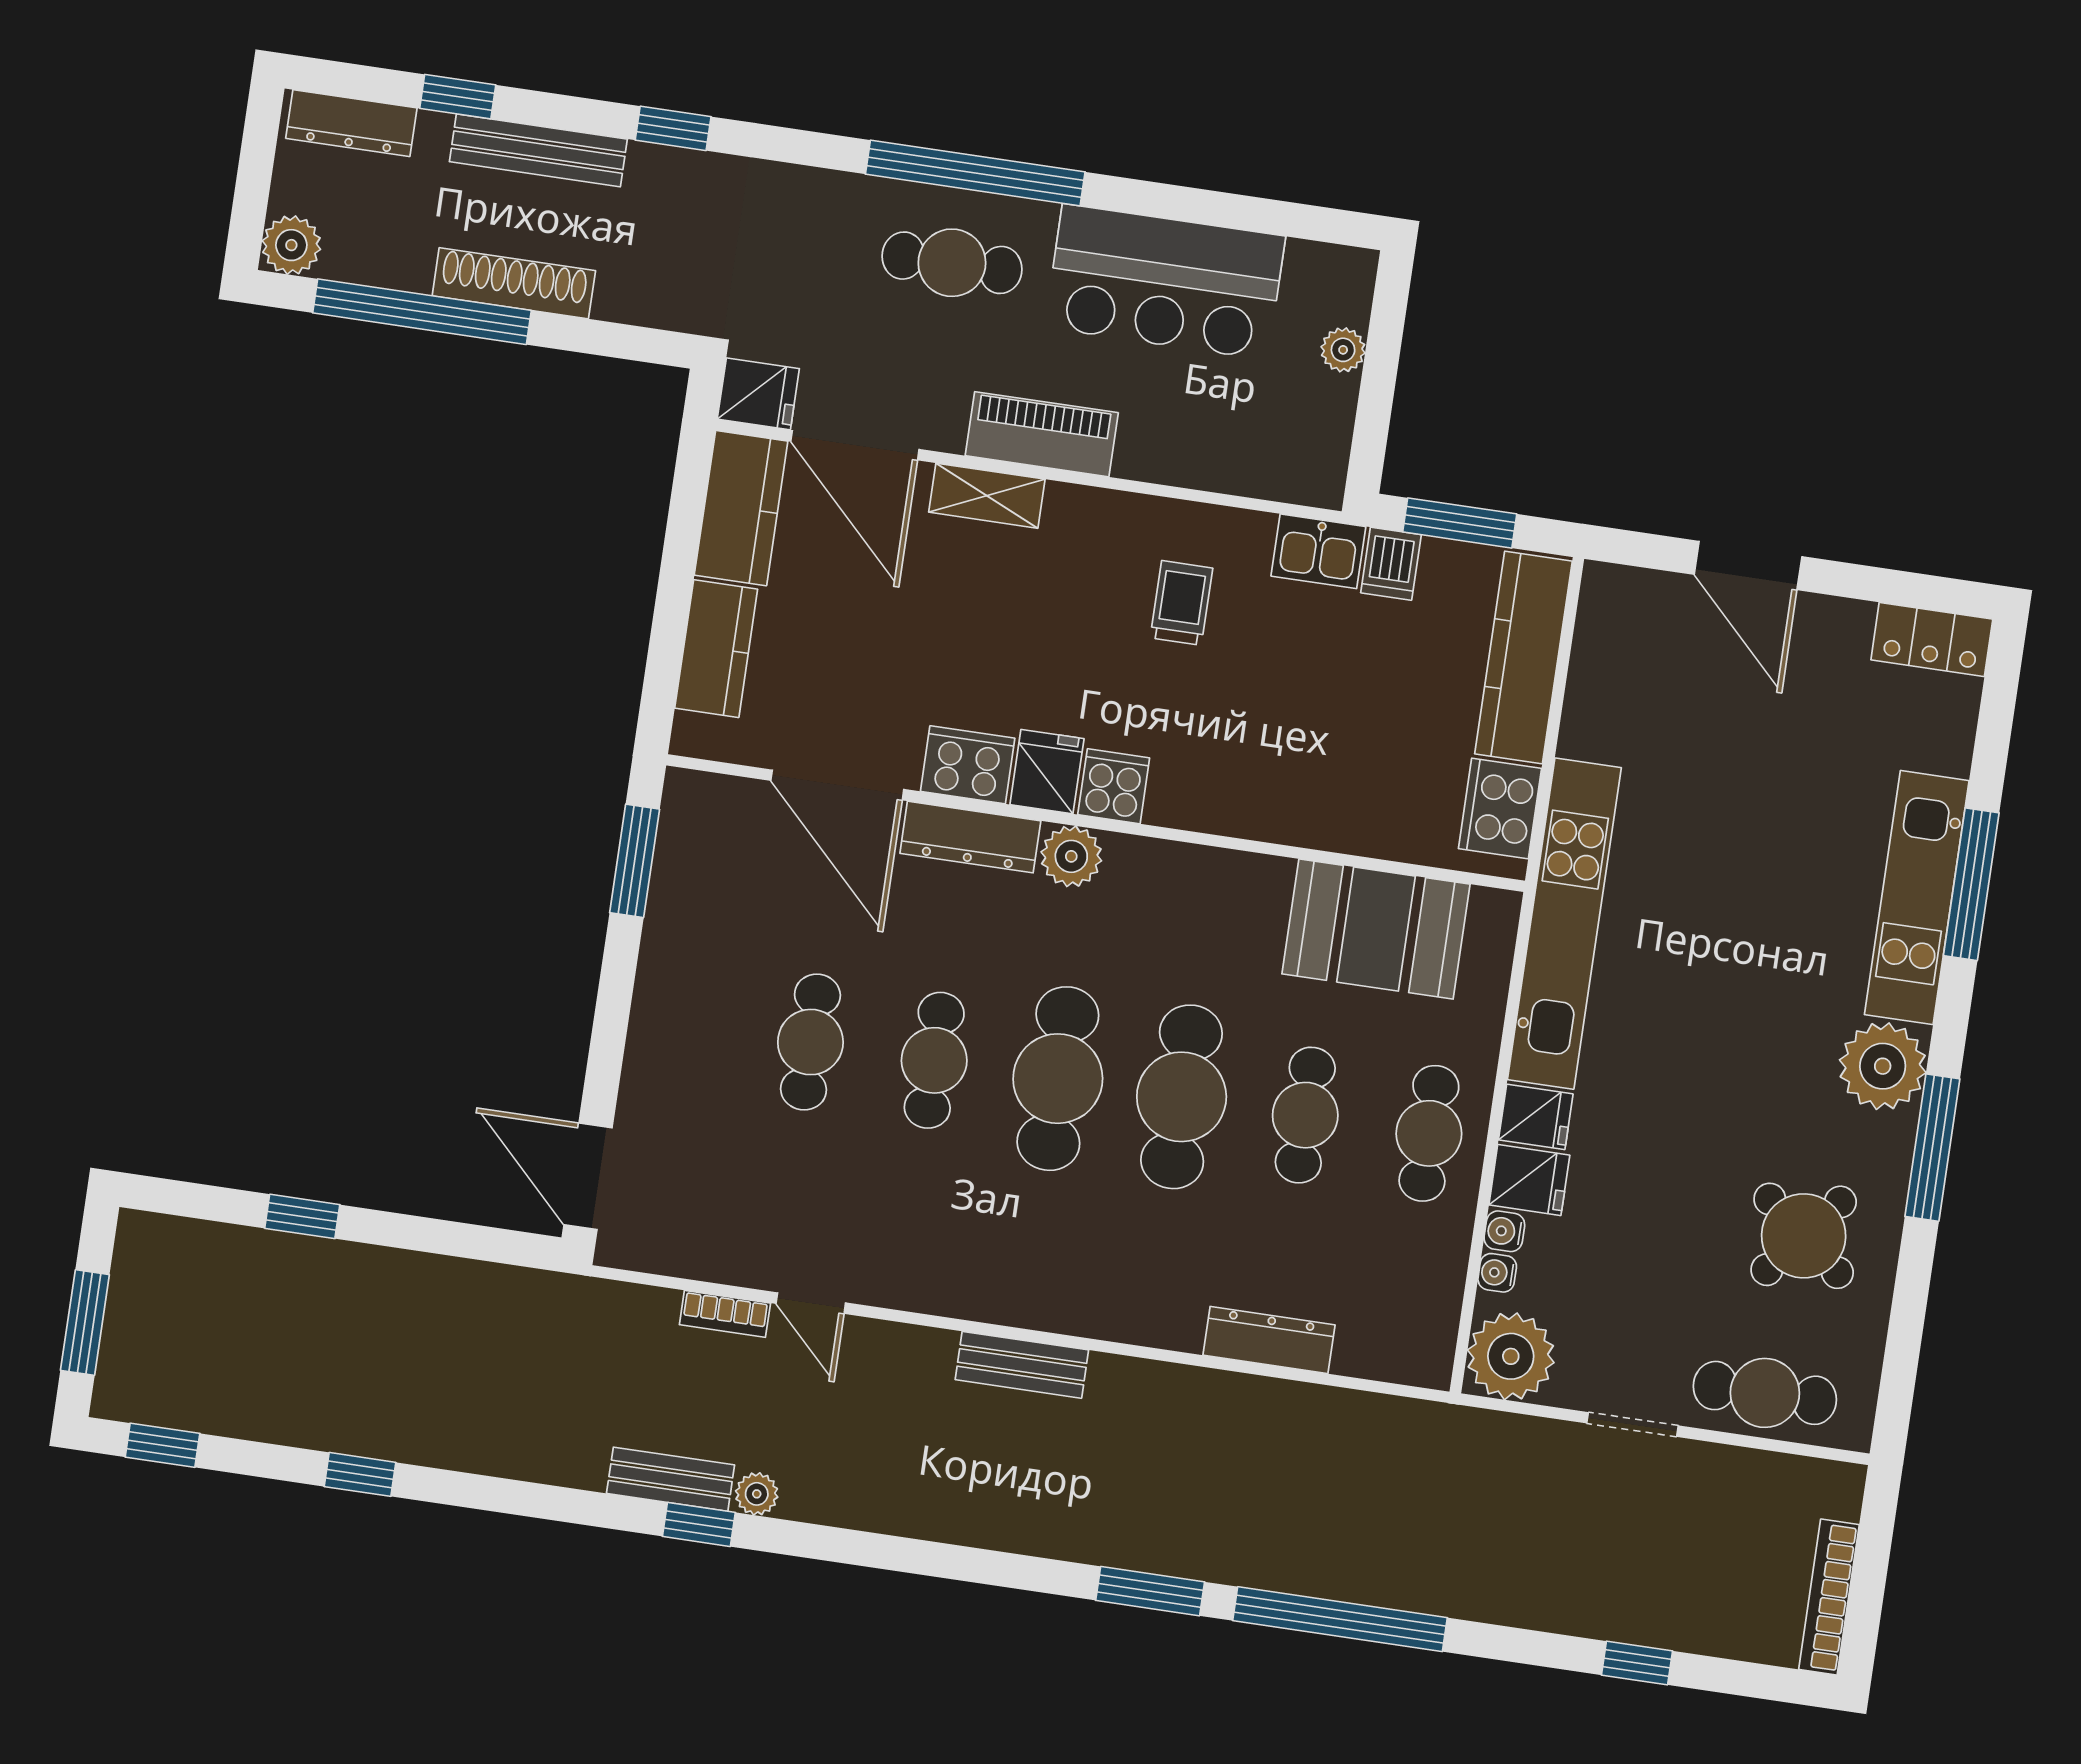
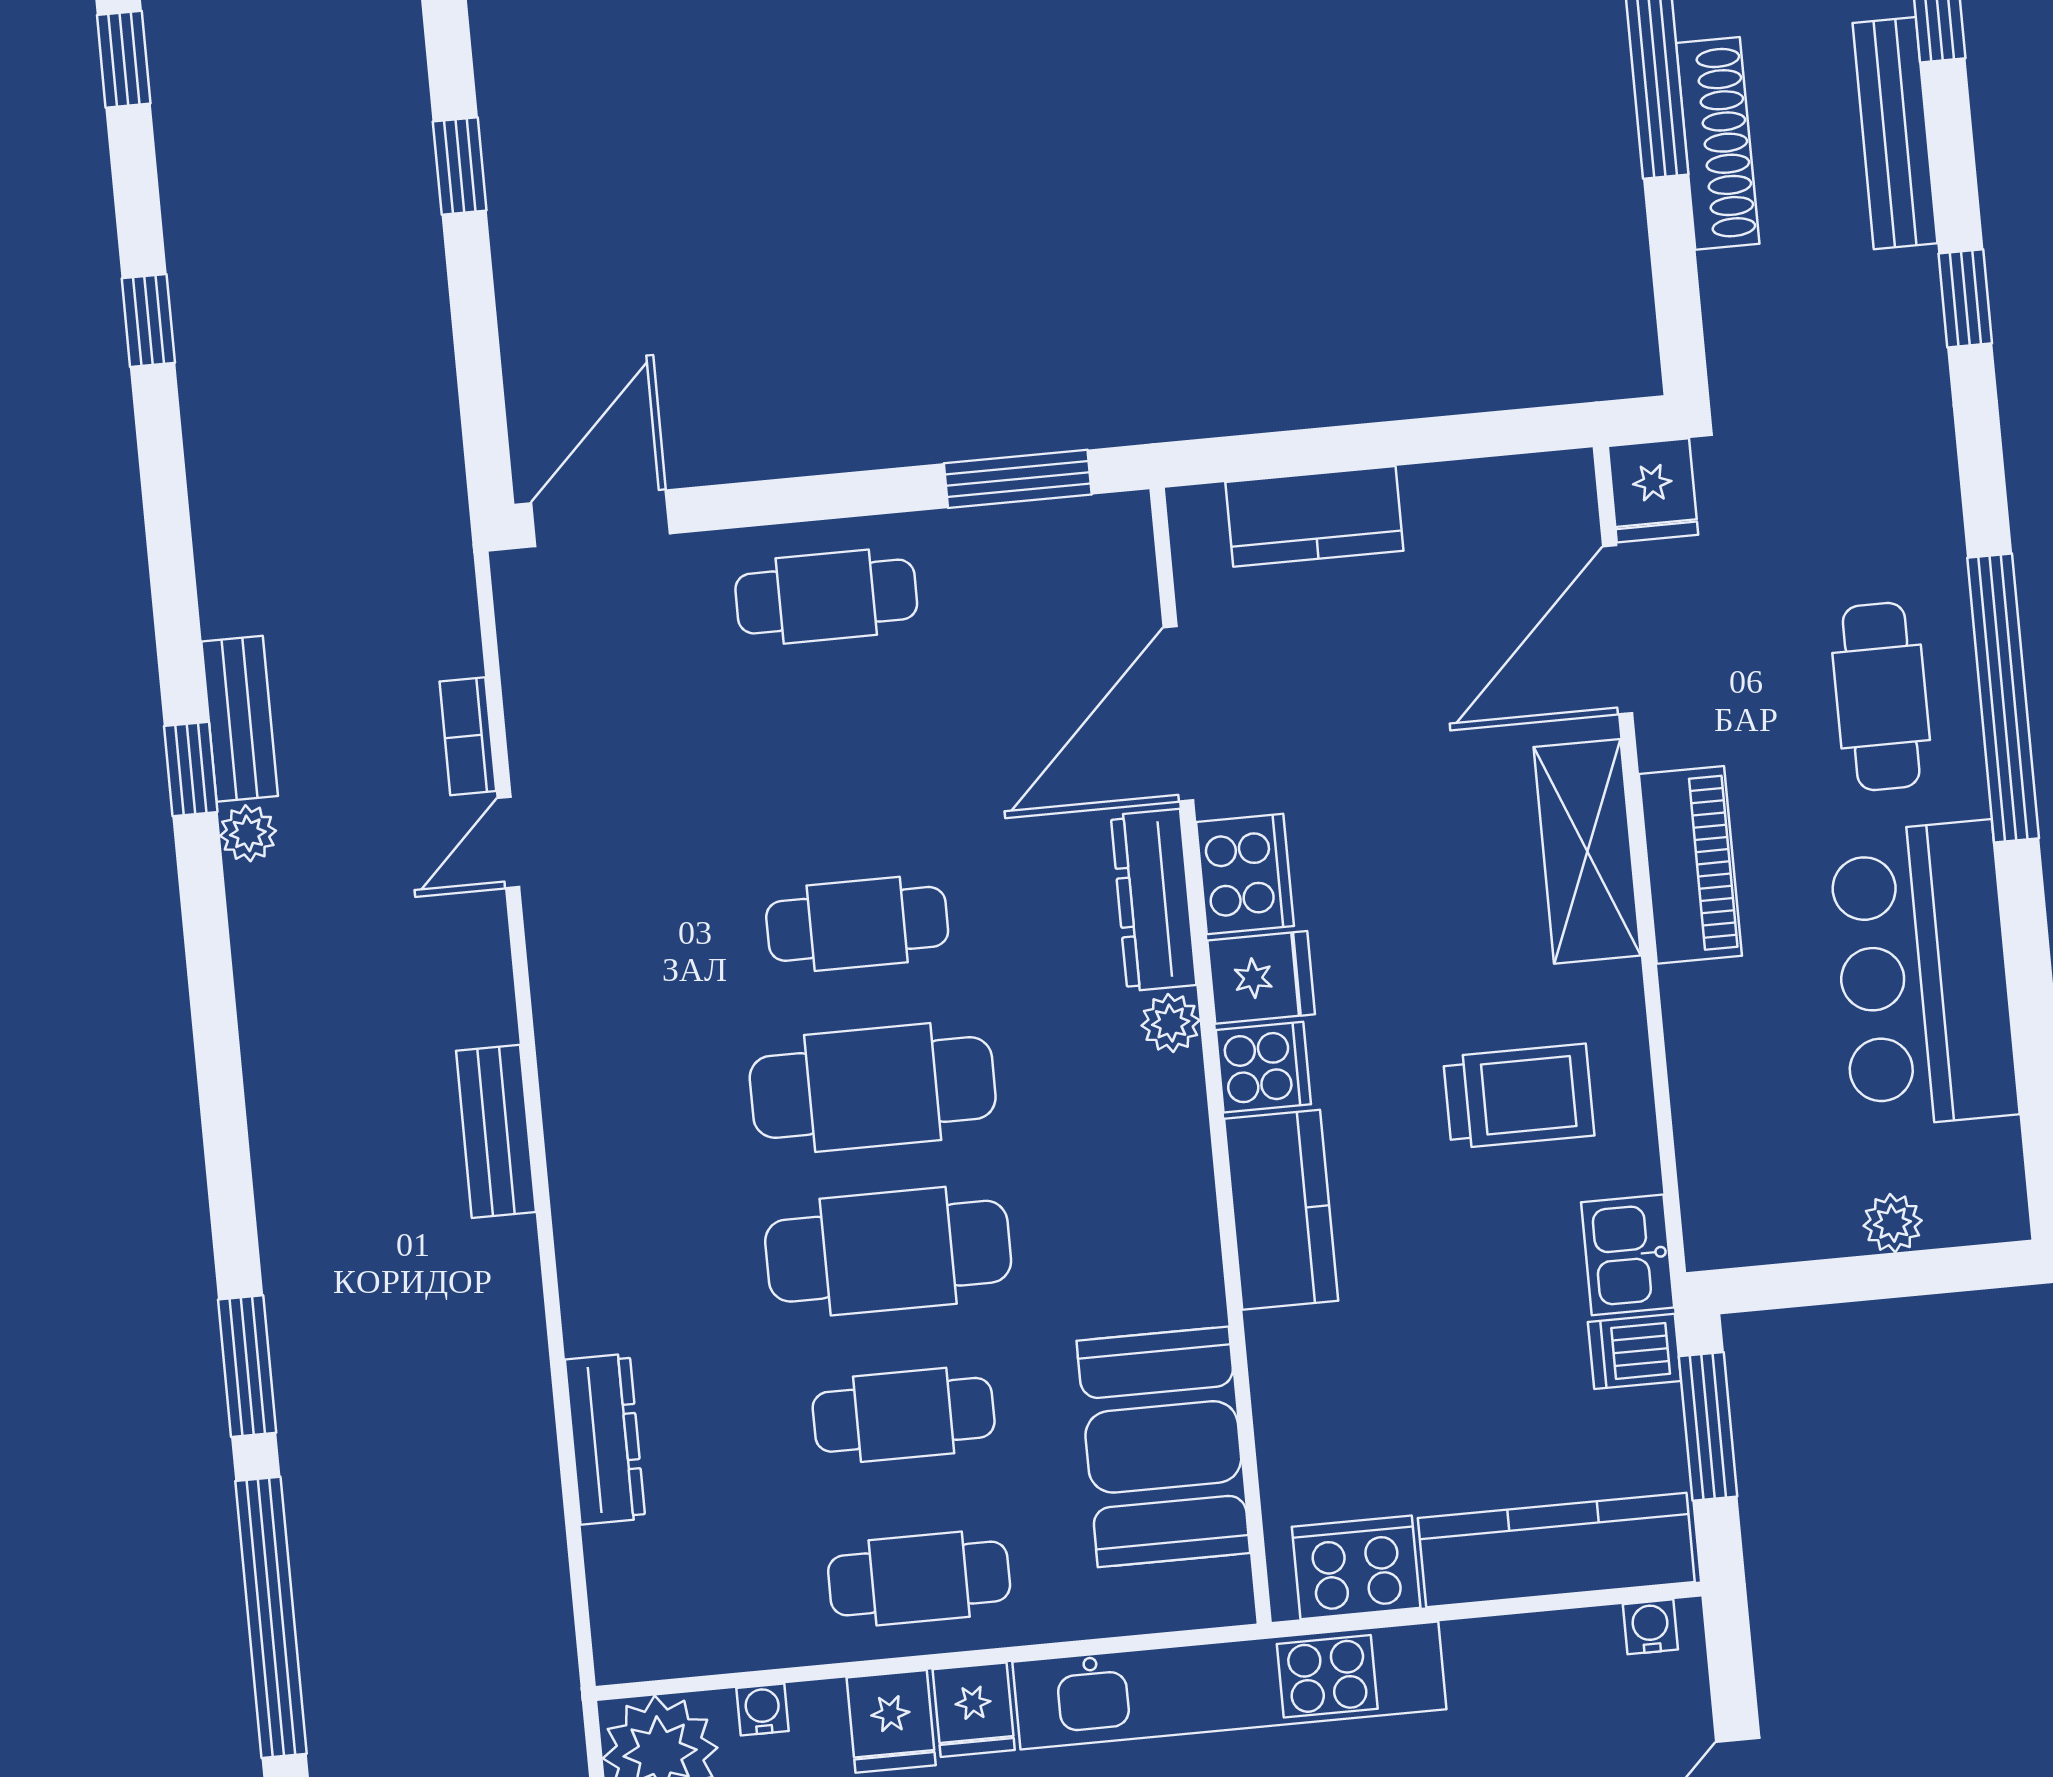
shelving: (987, 496) -> (1587, 851), width x1.50, depth x1.33
kitchen counter: (741, 508) -> (1281, 1210), moved, turned -90
trolley: (1181, 603) -> (1519, 1096), width x1.36, depth x1.39
plant: (1071, 856) -> (1171, 1023), width x0.73, depth x0.73
cafe table: (810, 1042) -> (826, 597), moved
water cooler: (1504, 1231) -> (1650, 1627), moved

